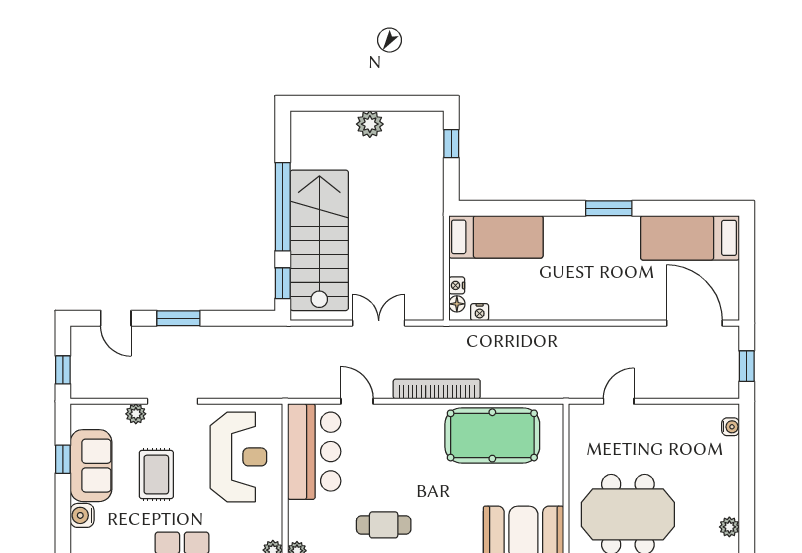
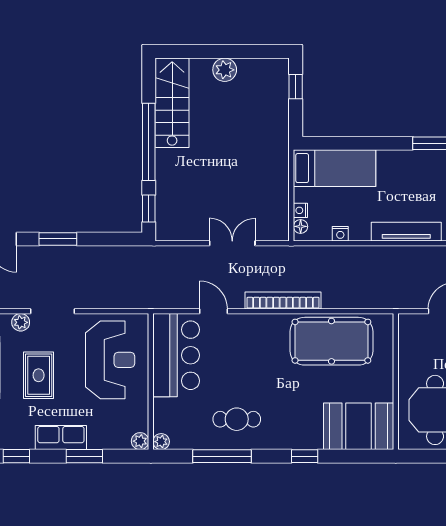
stairs: (319, 240) -> (172, 103), moved, width x0.73, depth x0.66
tv unit: (578, 310) -> (406, 232), added
nightstand: (480, 312) -> (340, 234), moved

